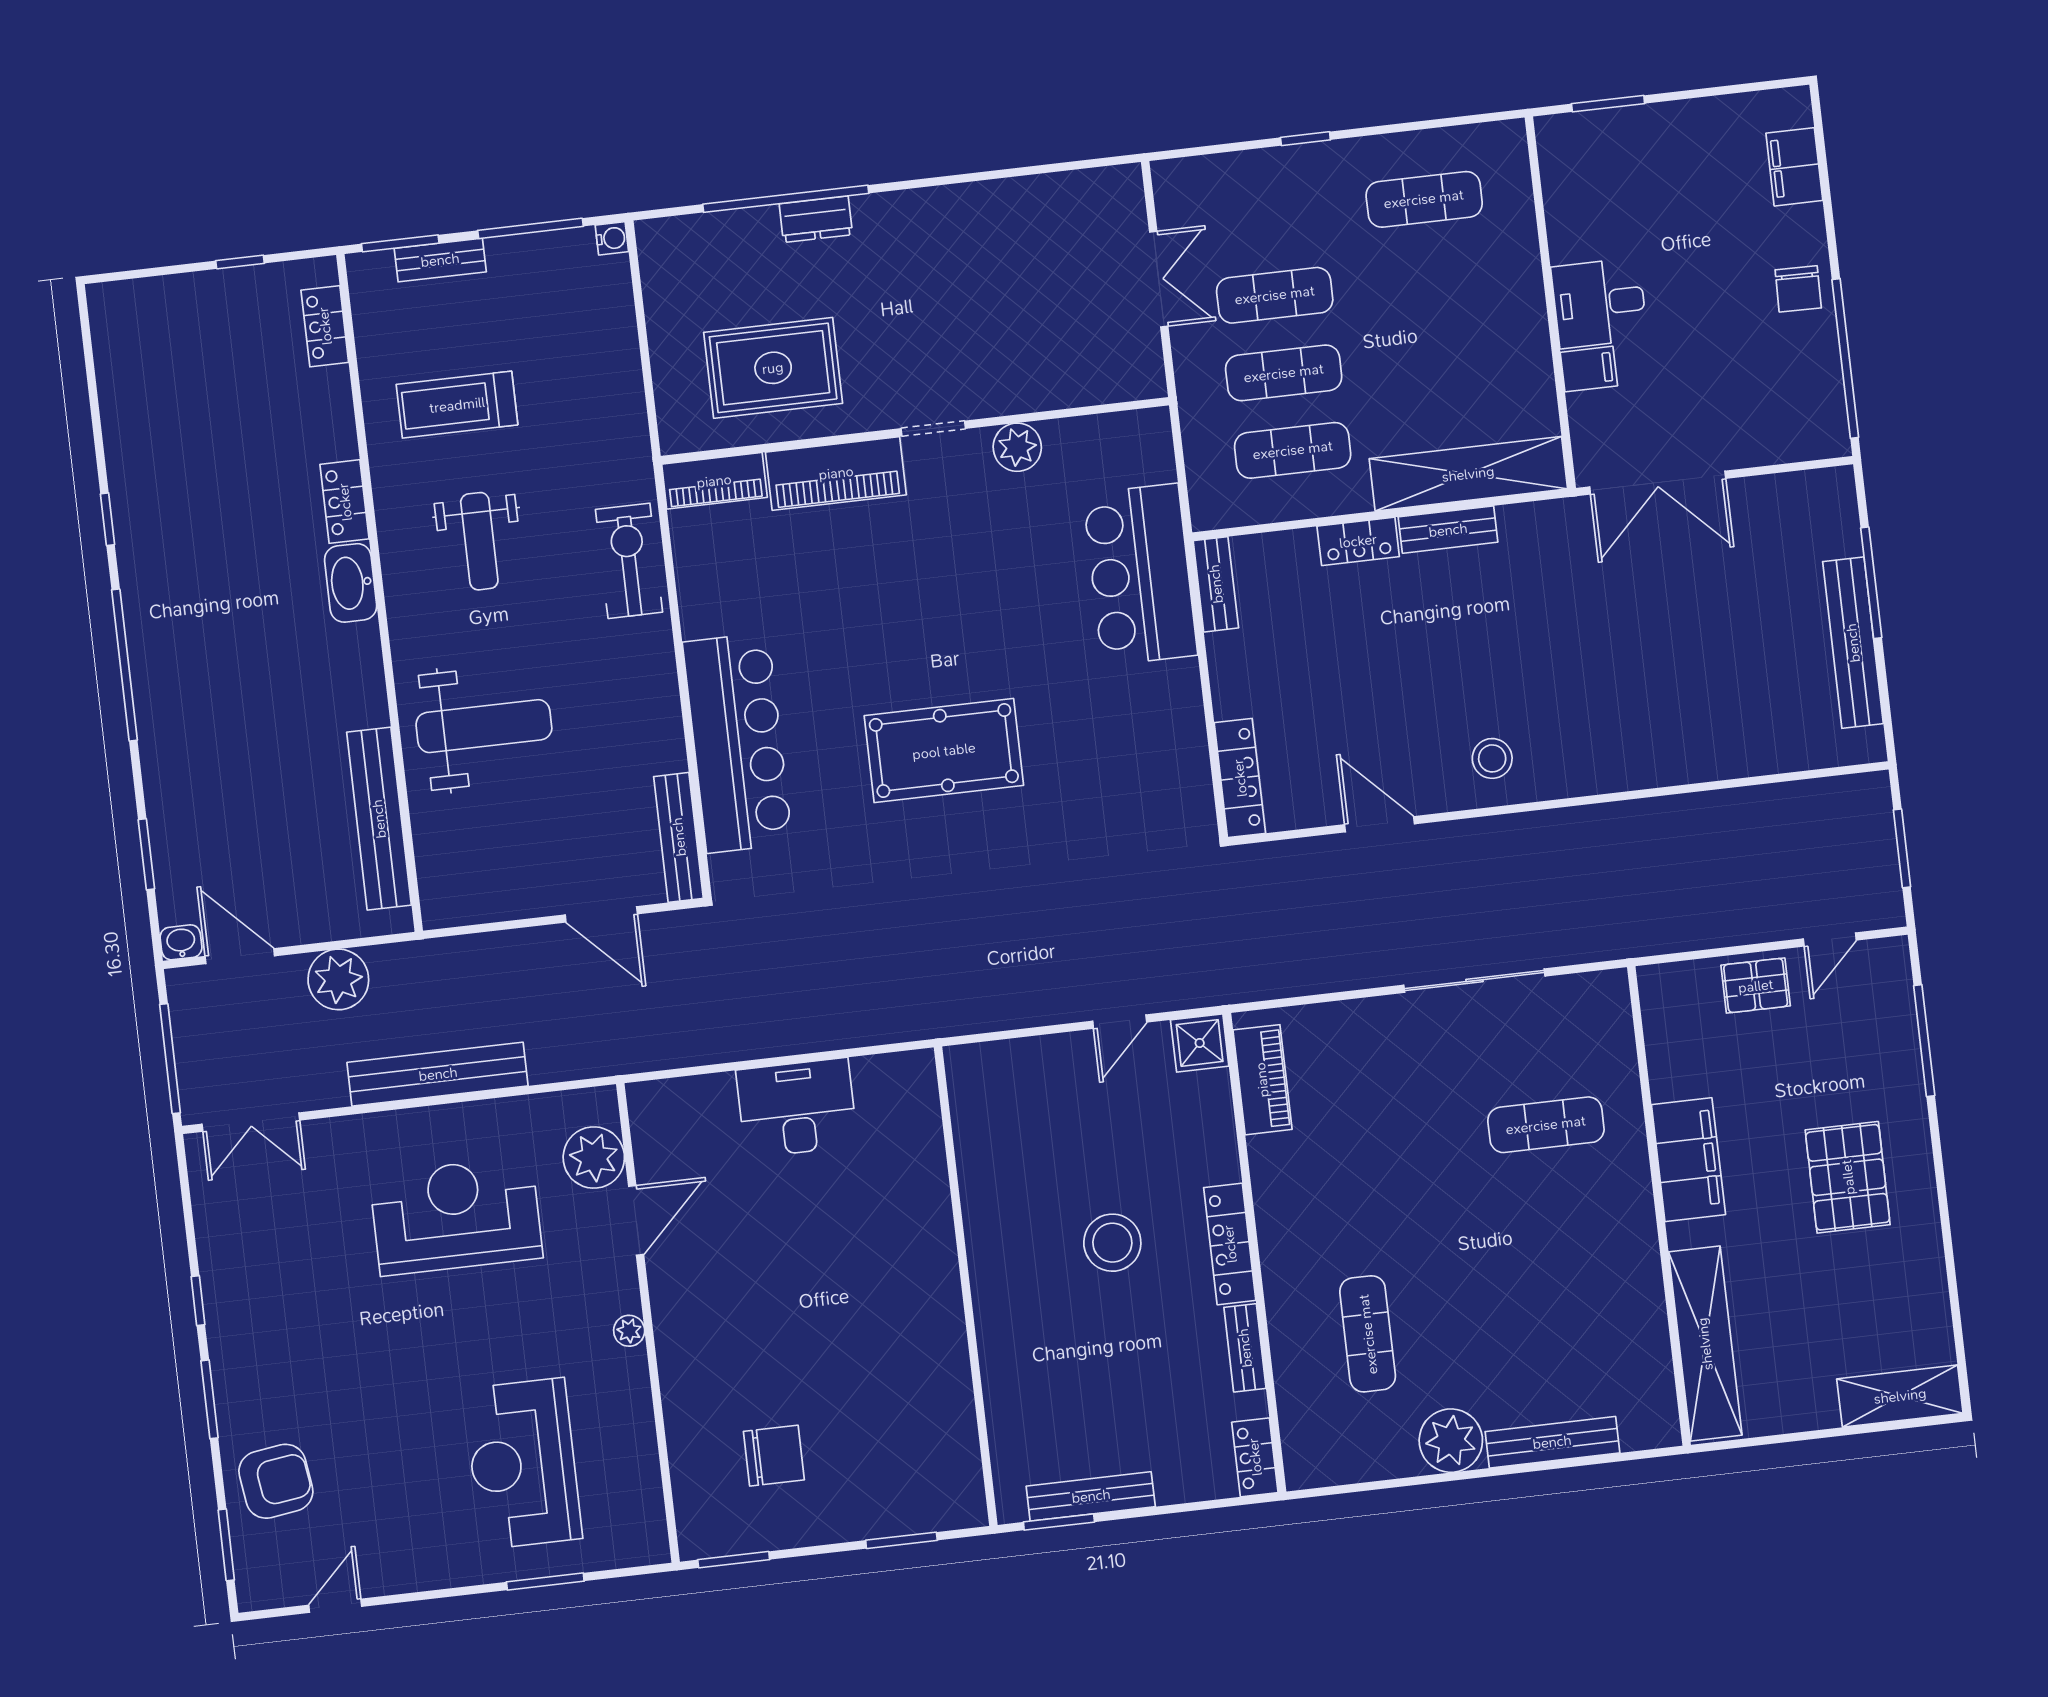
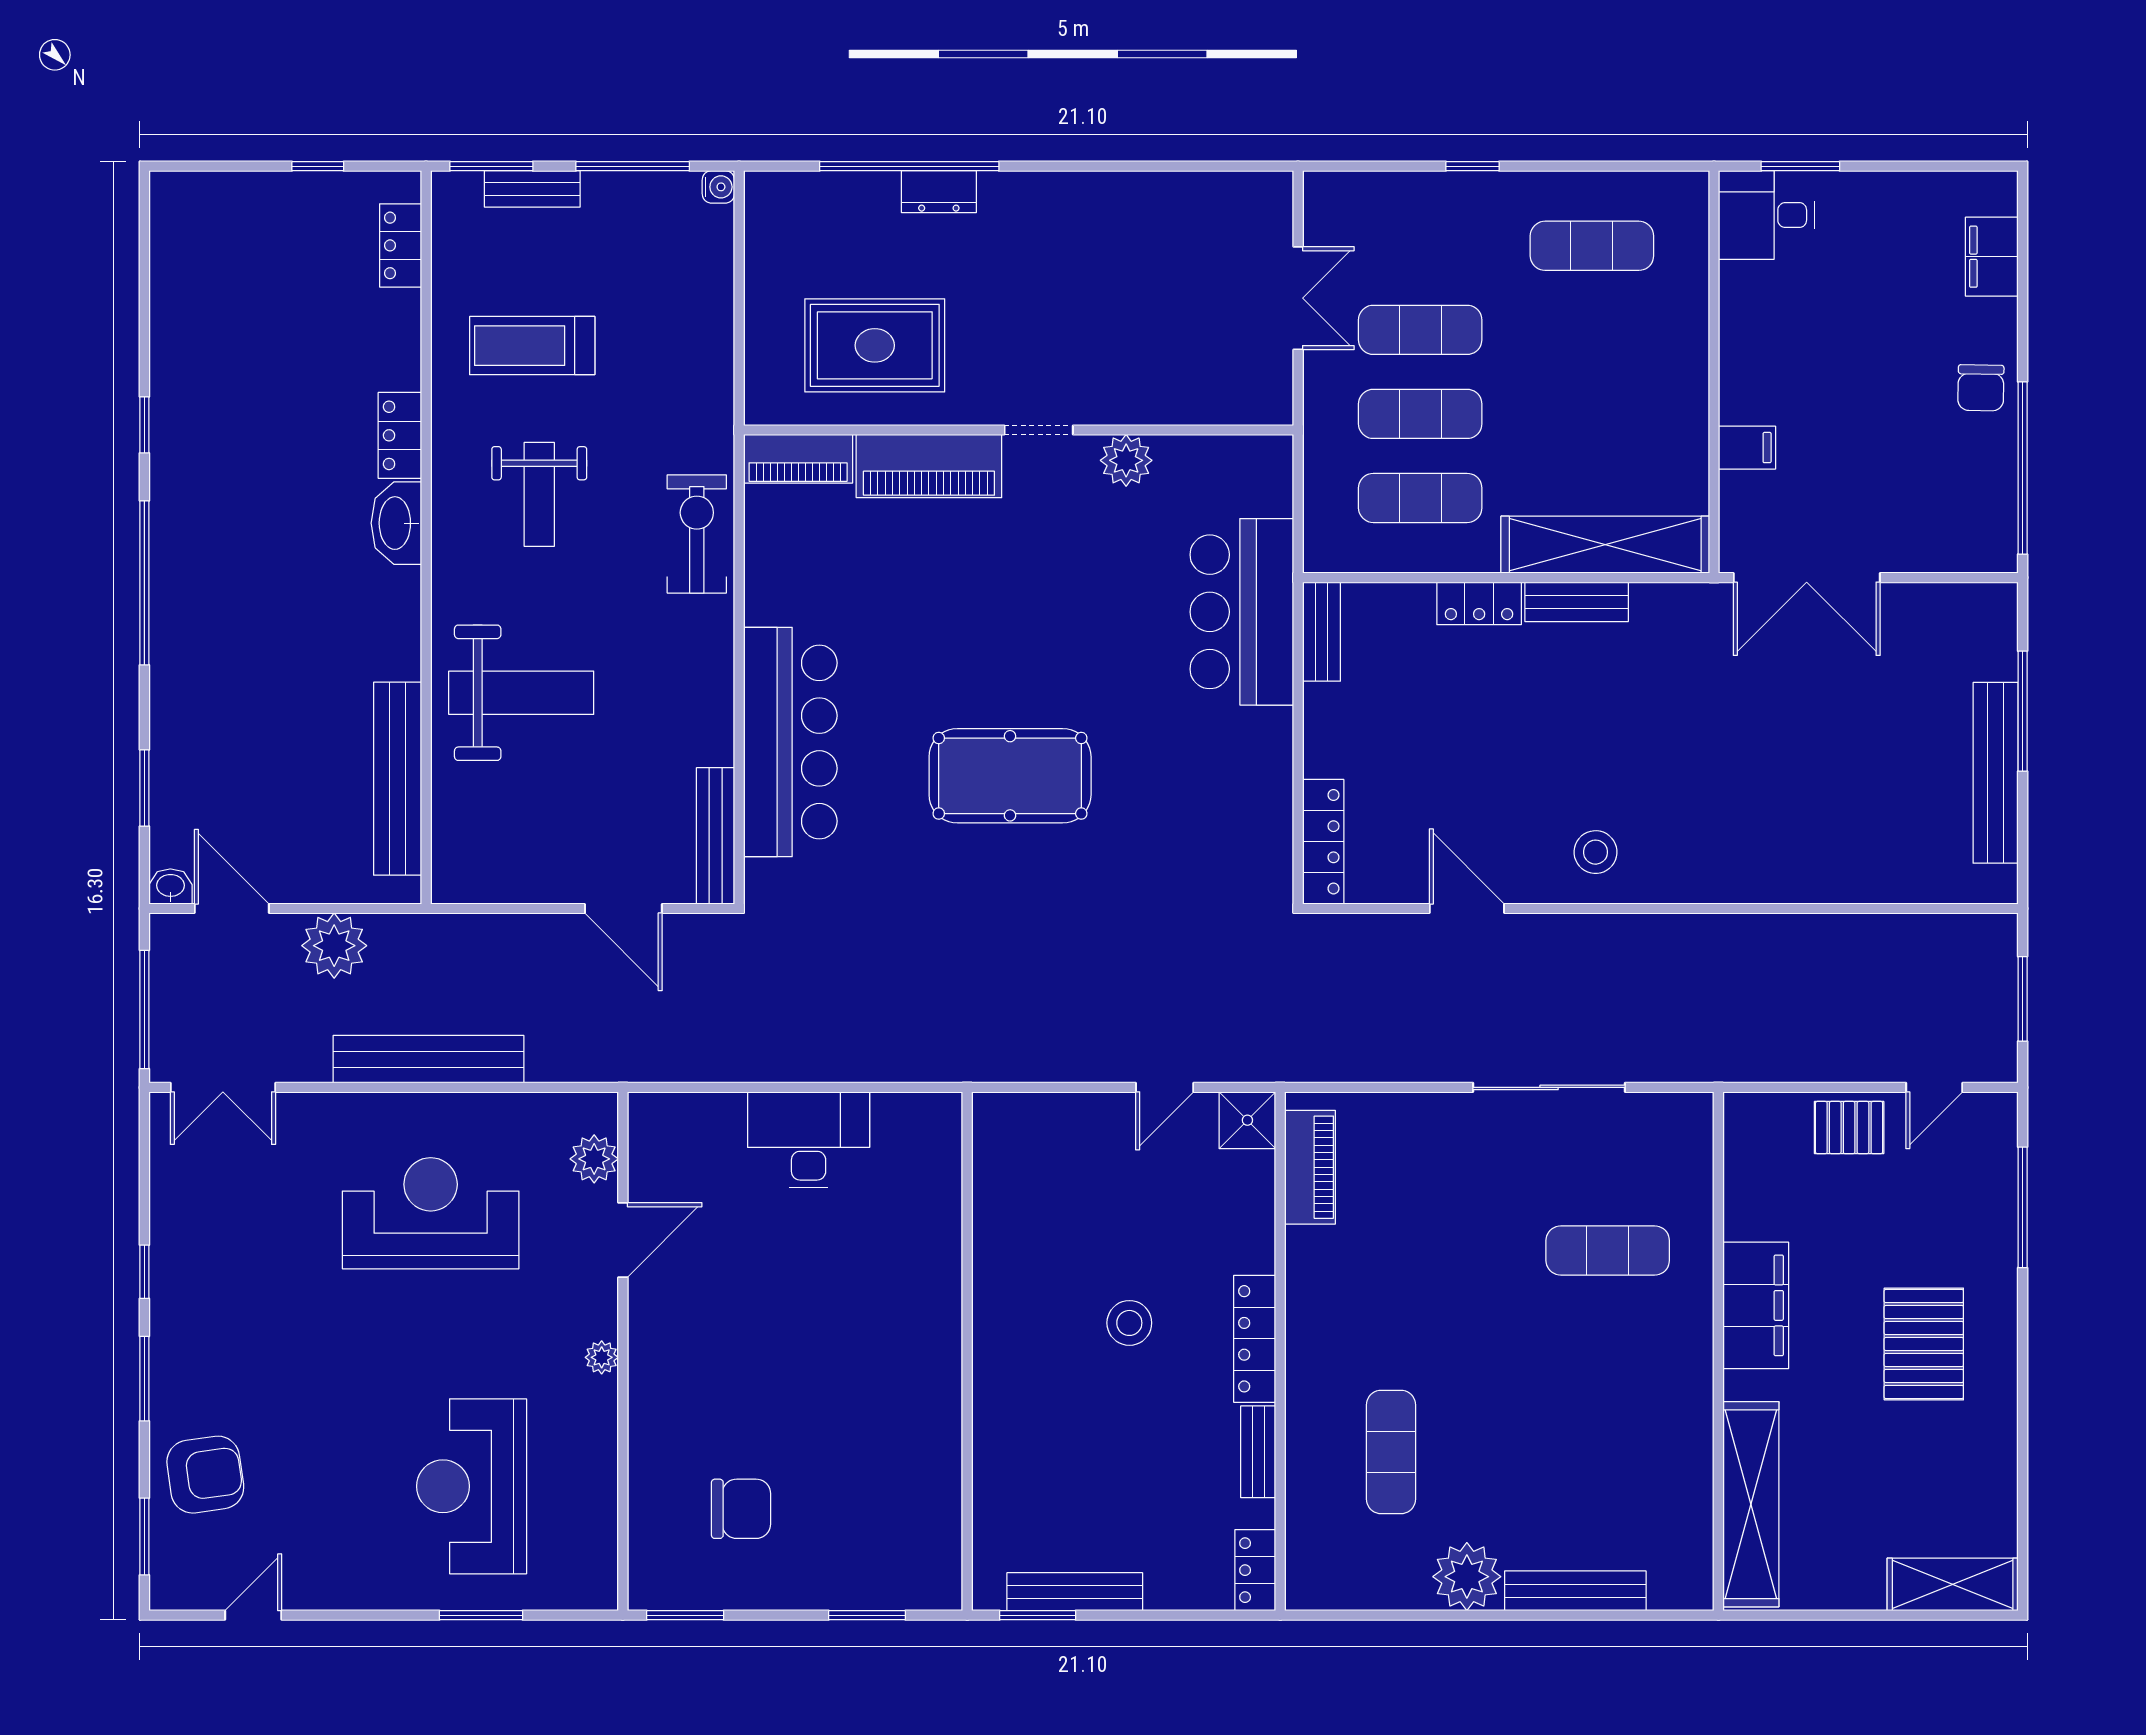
desk: (1599, 303) -> (1766, 215), moved
plant: (594, 1158) -> (594, 1159), width x0.73, depth x0.73
stool: (1112, 1243) -> (1129, 1323), width x0.73, depth x0.73

